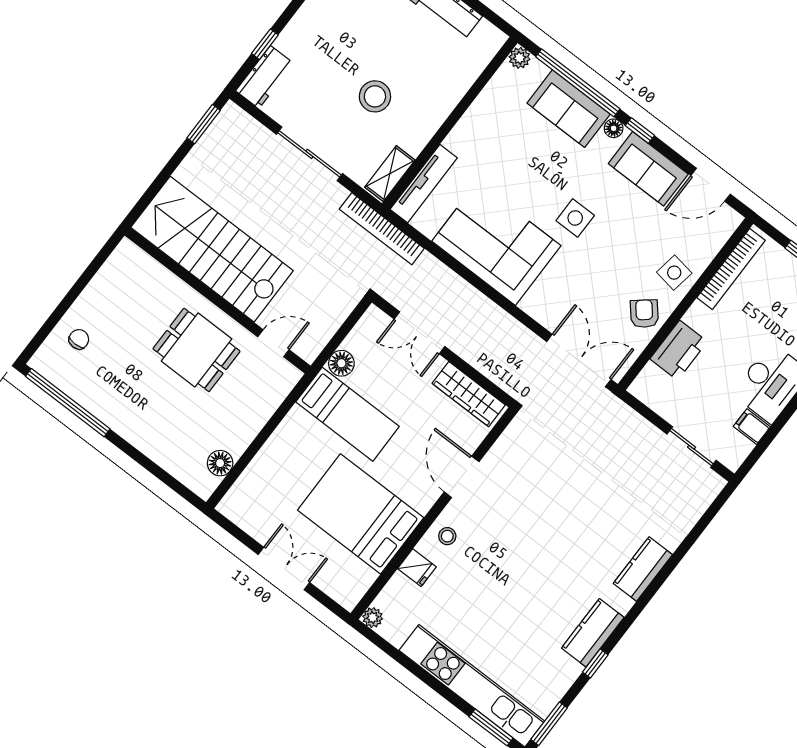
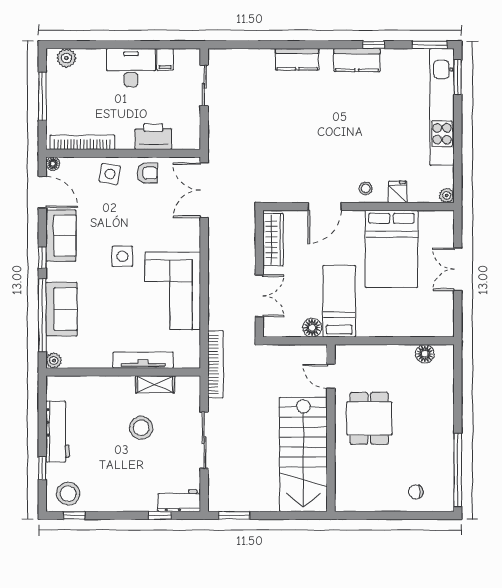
floor lamp: (614, 128) -> (53, 164), moved
shelving: (390, 174) -> (155, 384), moved
tv unit: (424, 184) -> (143, 360), moved
armchair: (644, 314) -> (147, 173), turned -140

